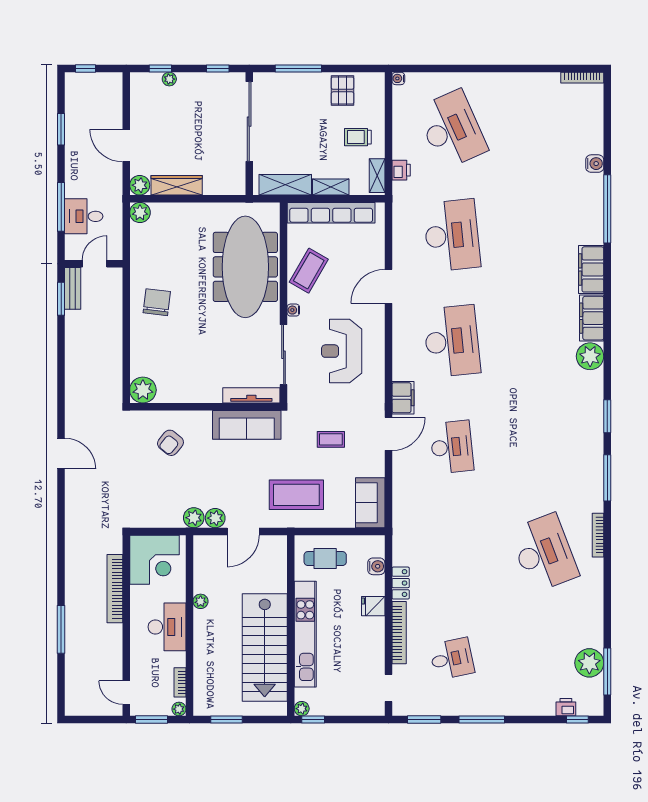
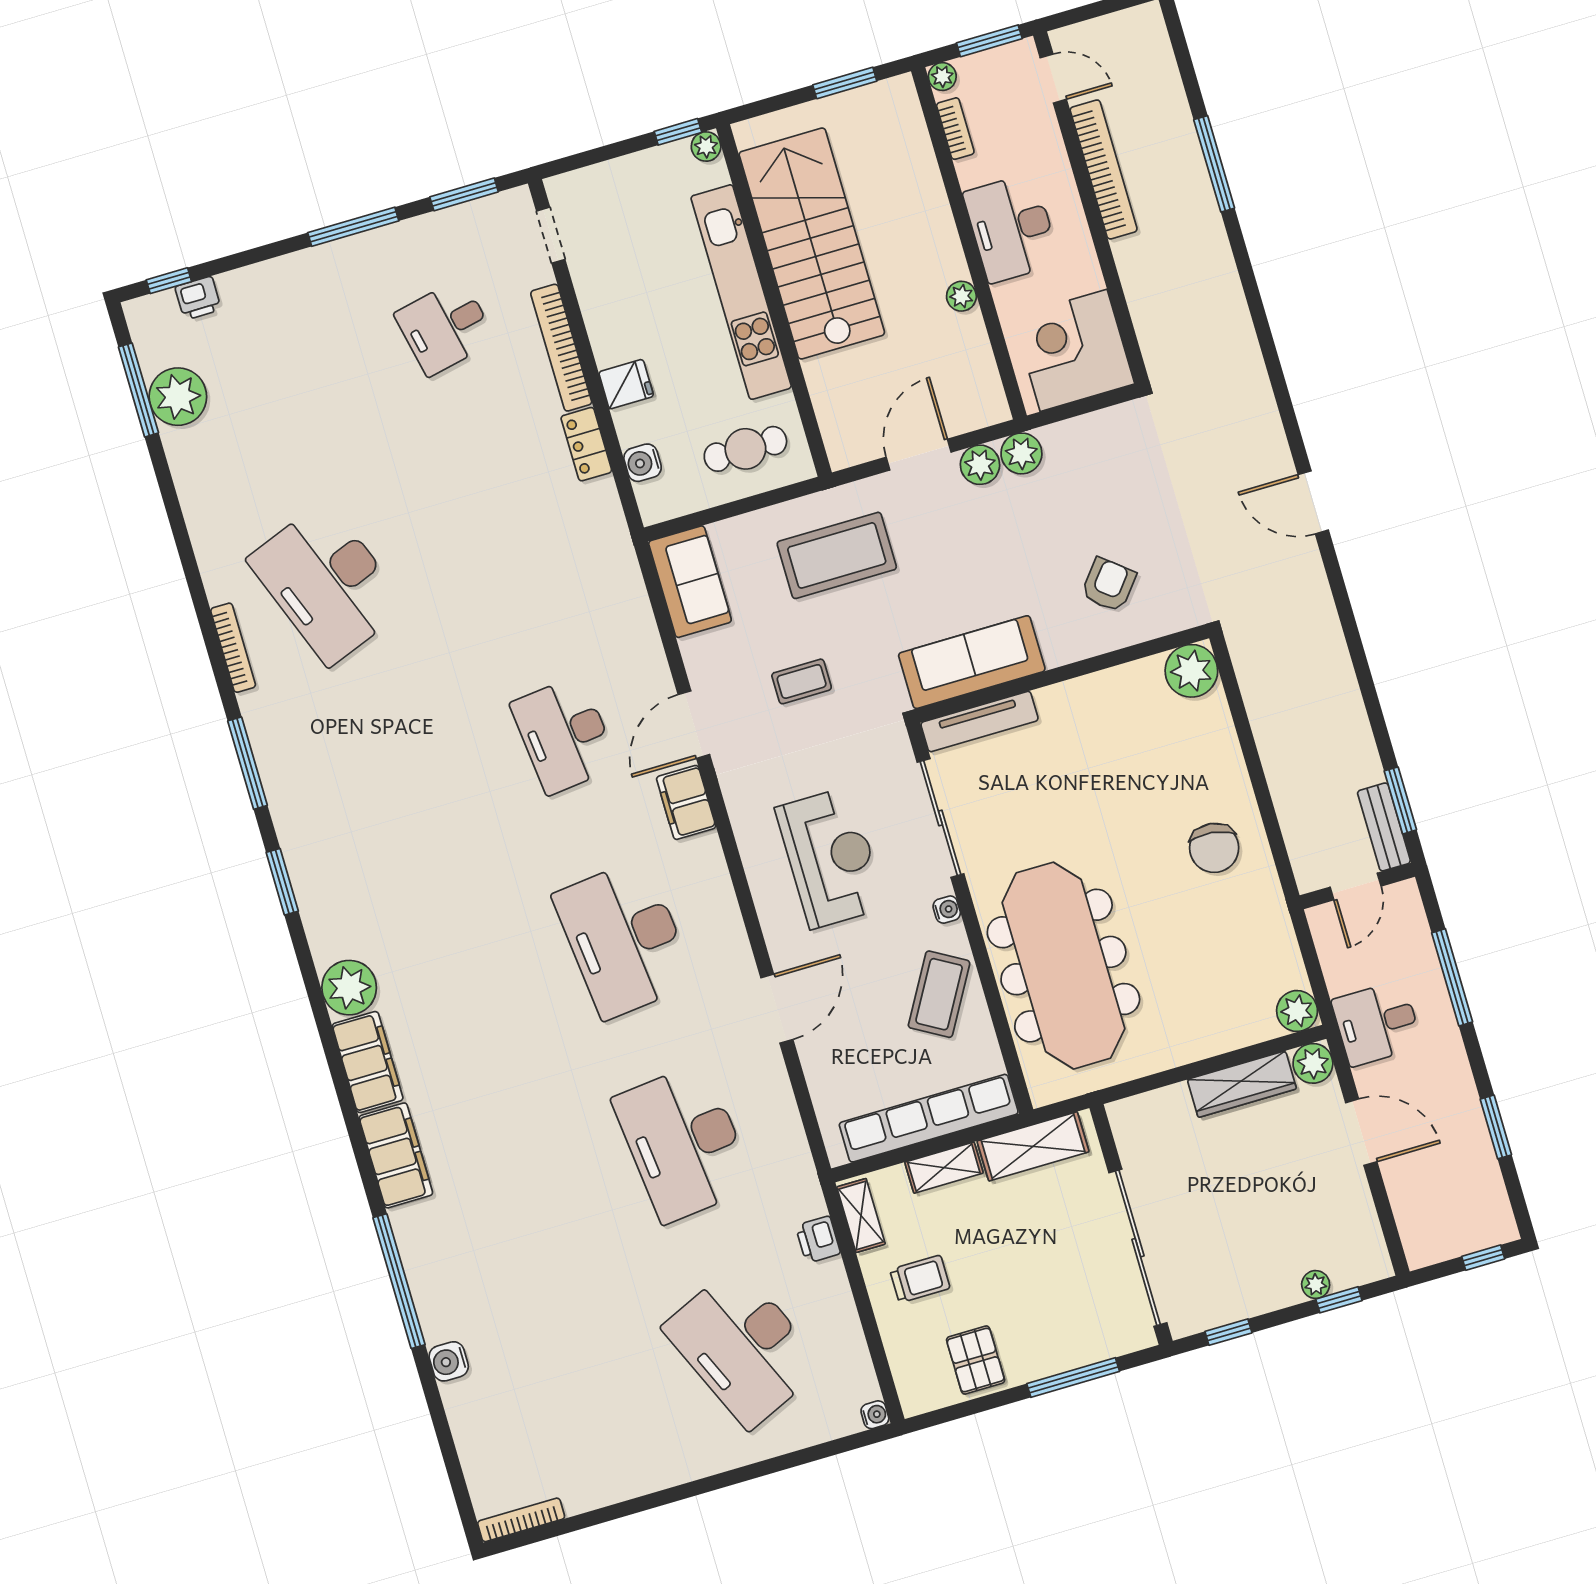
desk: (84, 216) -> (1377, 1023), moved, turned 180
bookcase: (115, 589) -> (1104, 169), moved

